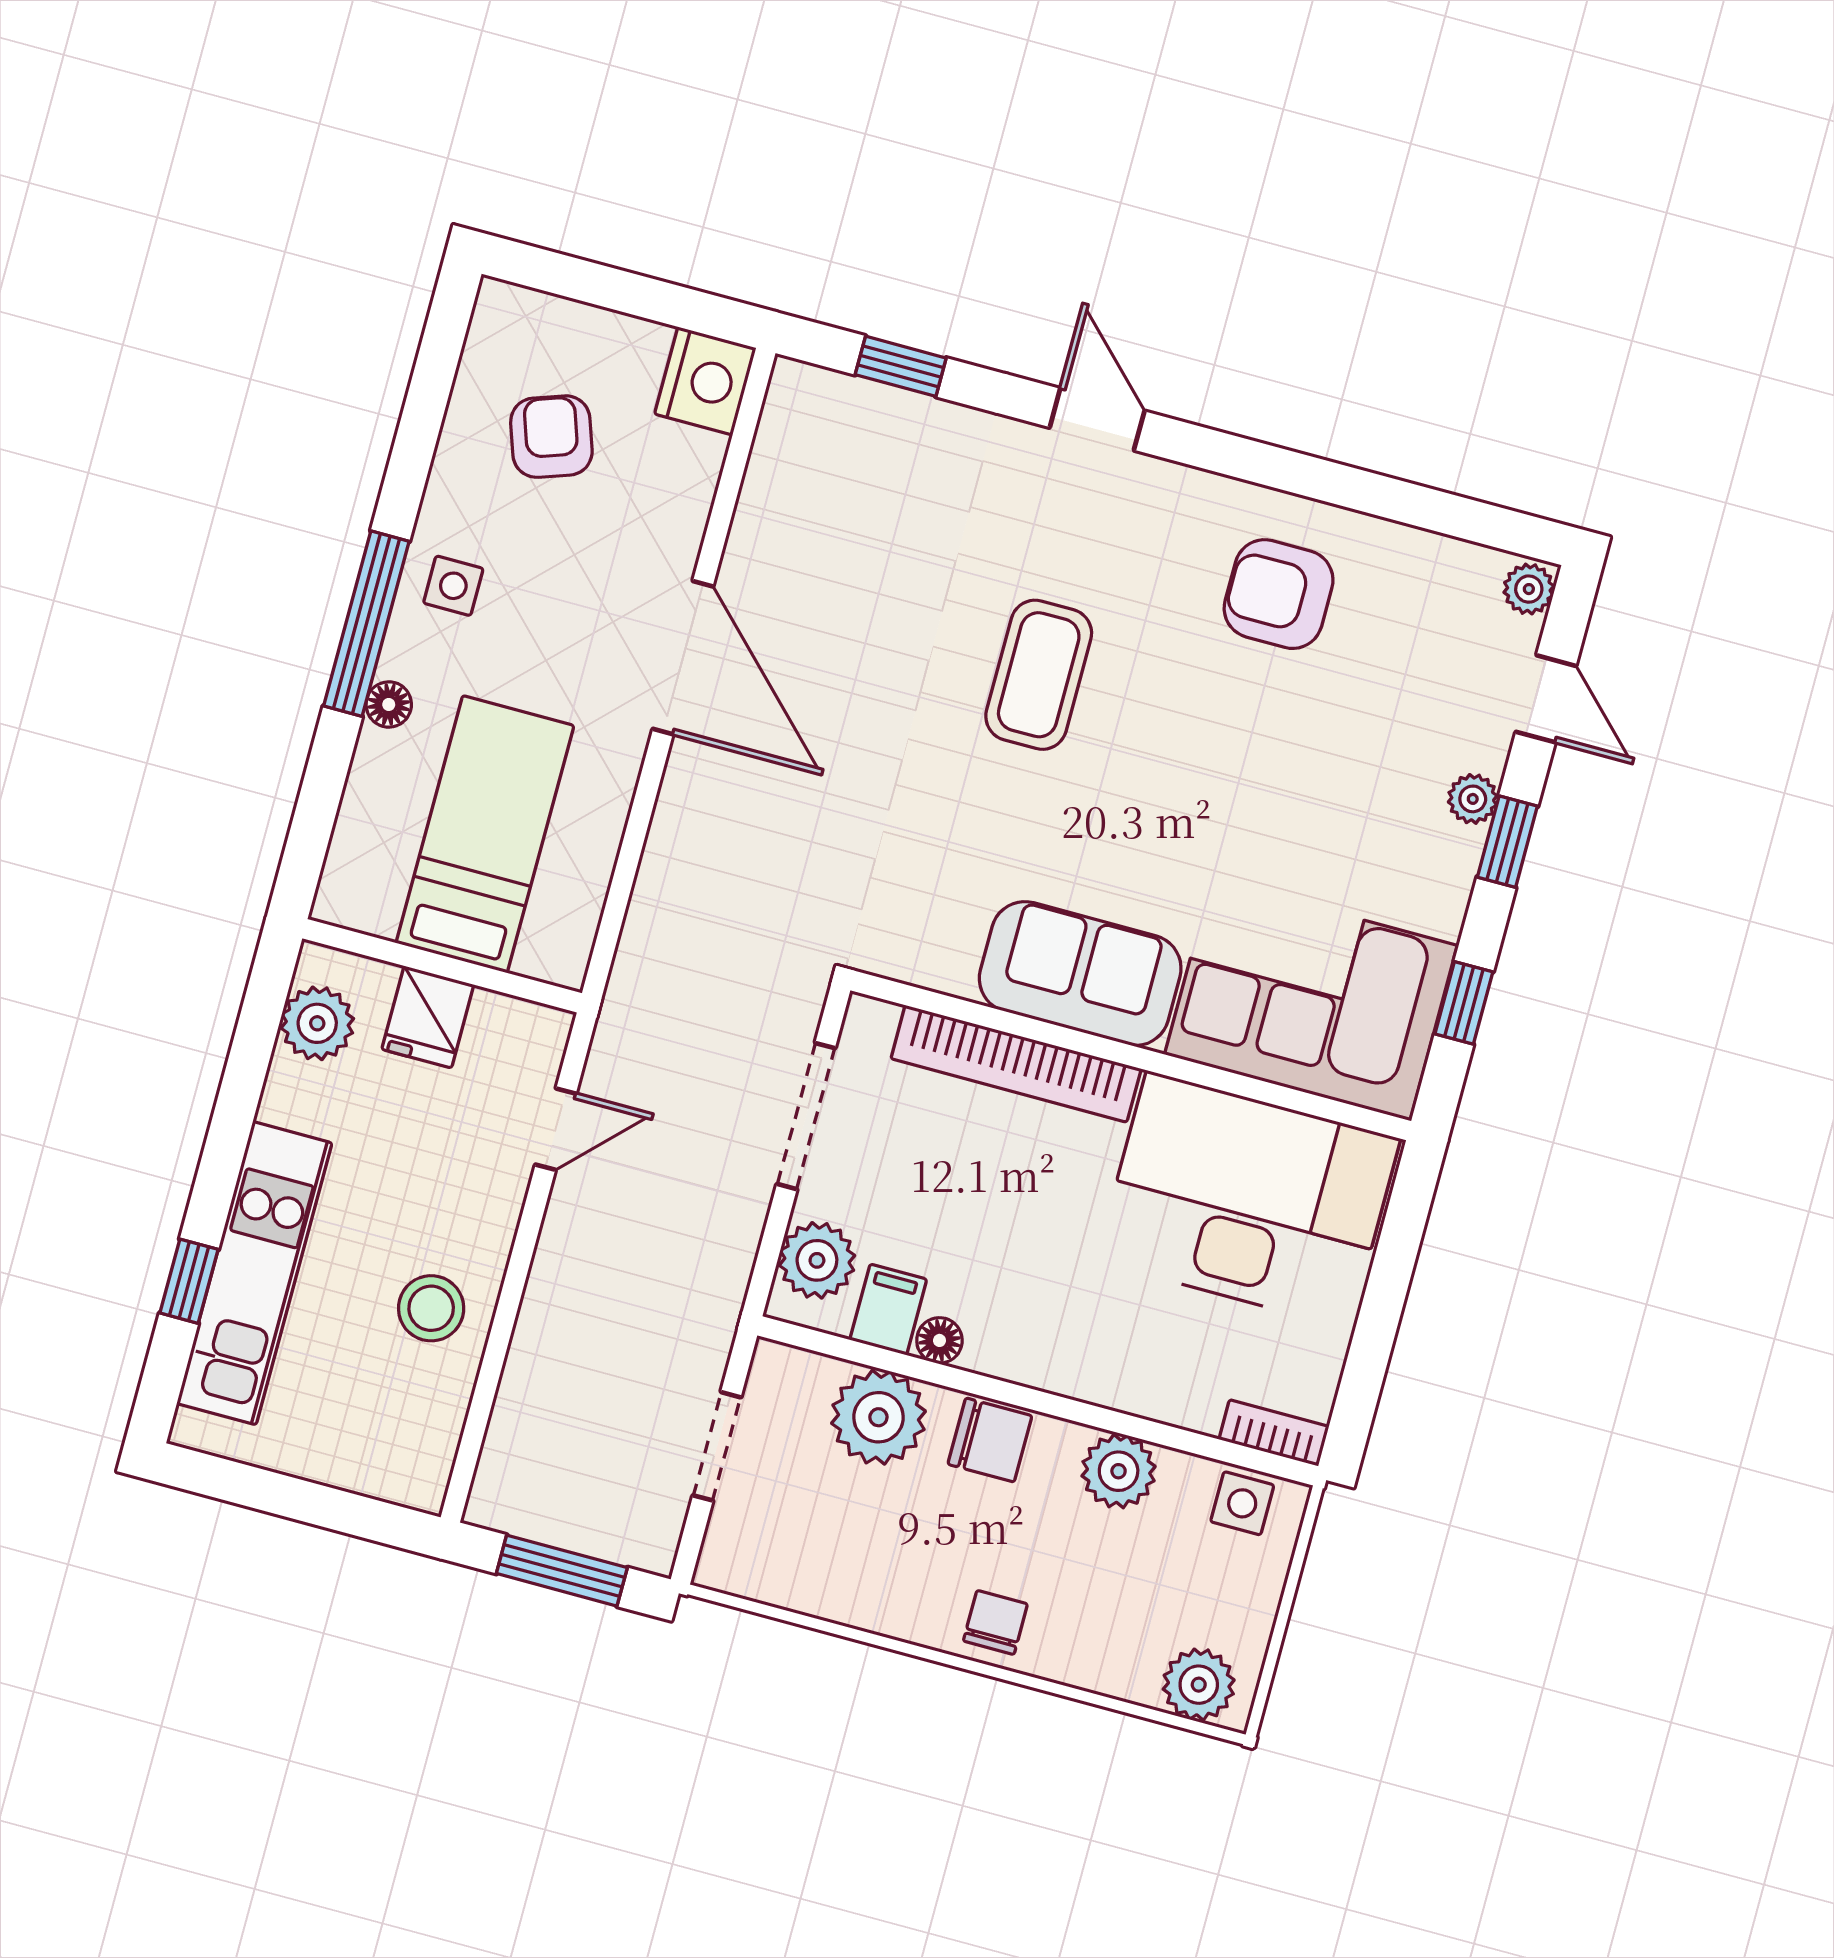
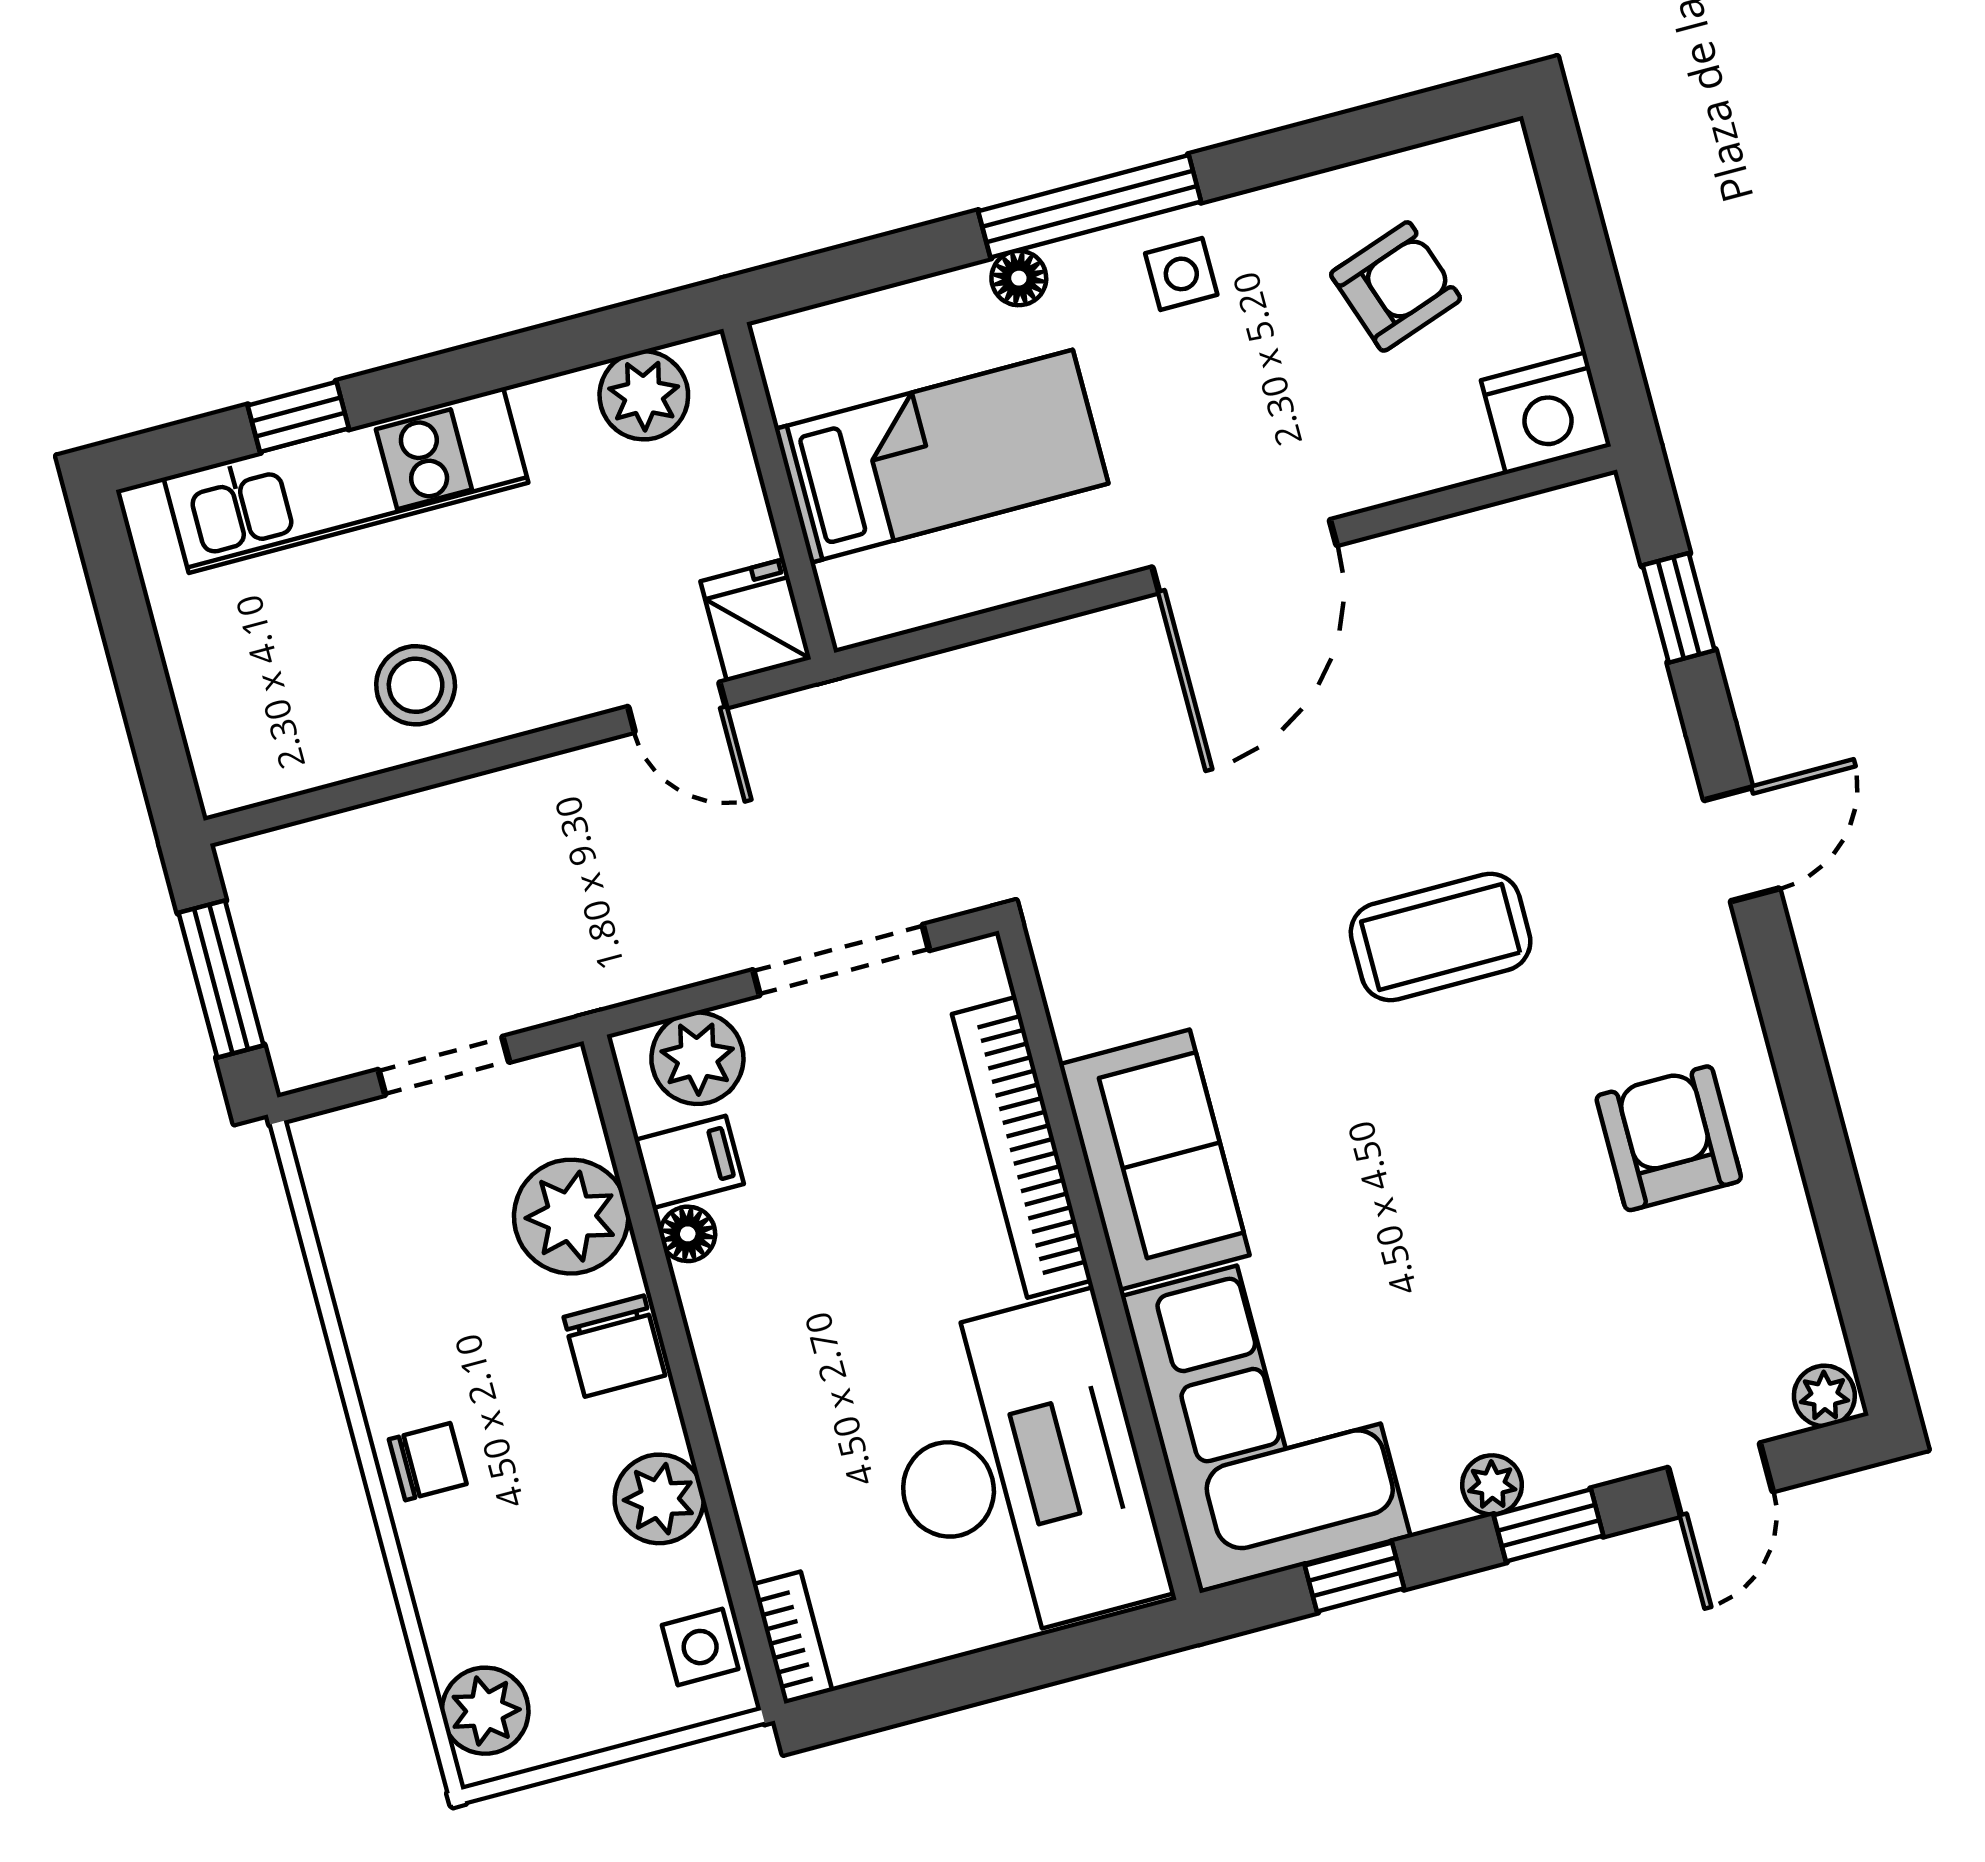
plant: (1473, 799) -> (1492, 1485), moved
fridge: (428, 1017) -> (756, 620), moved, turned 90

